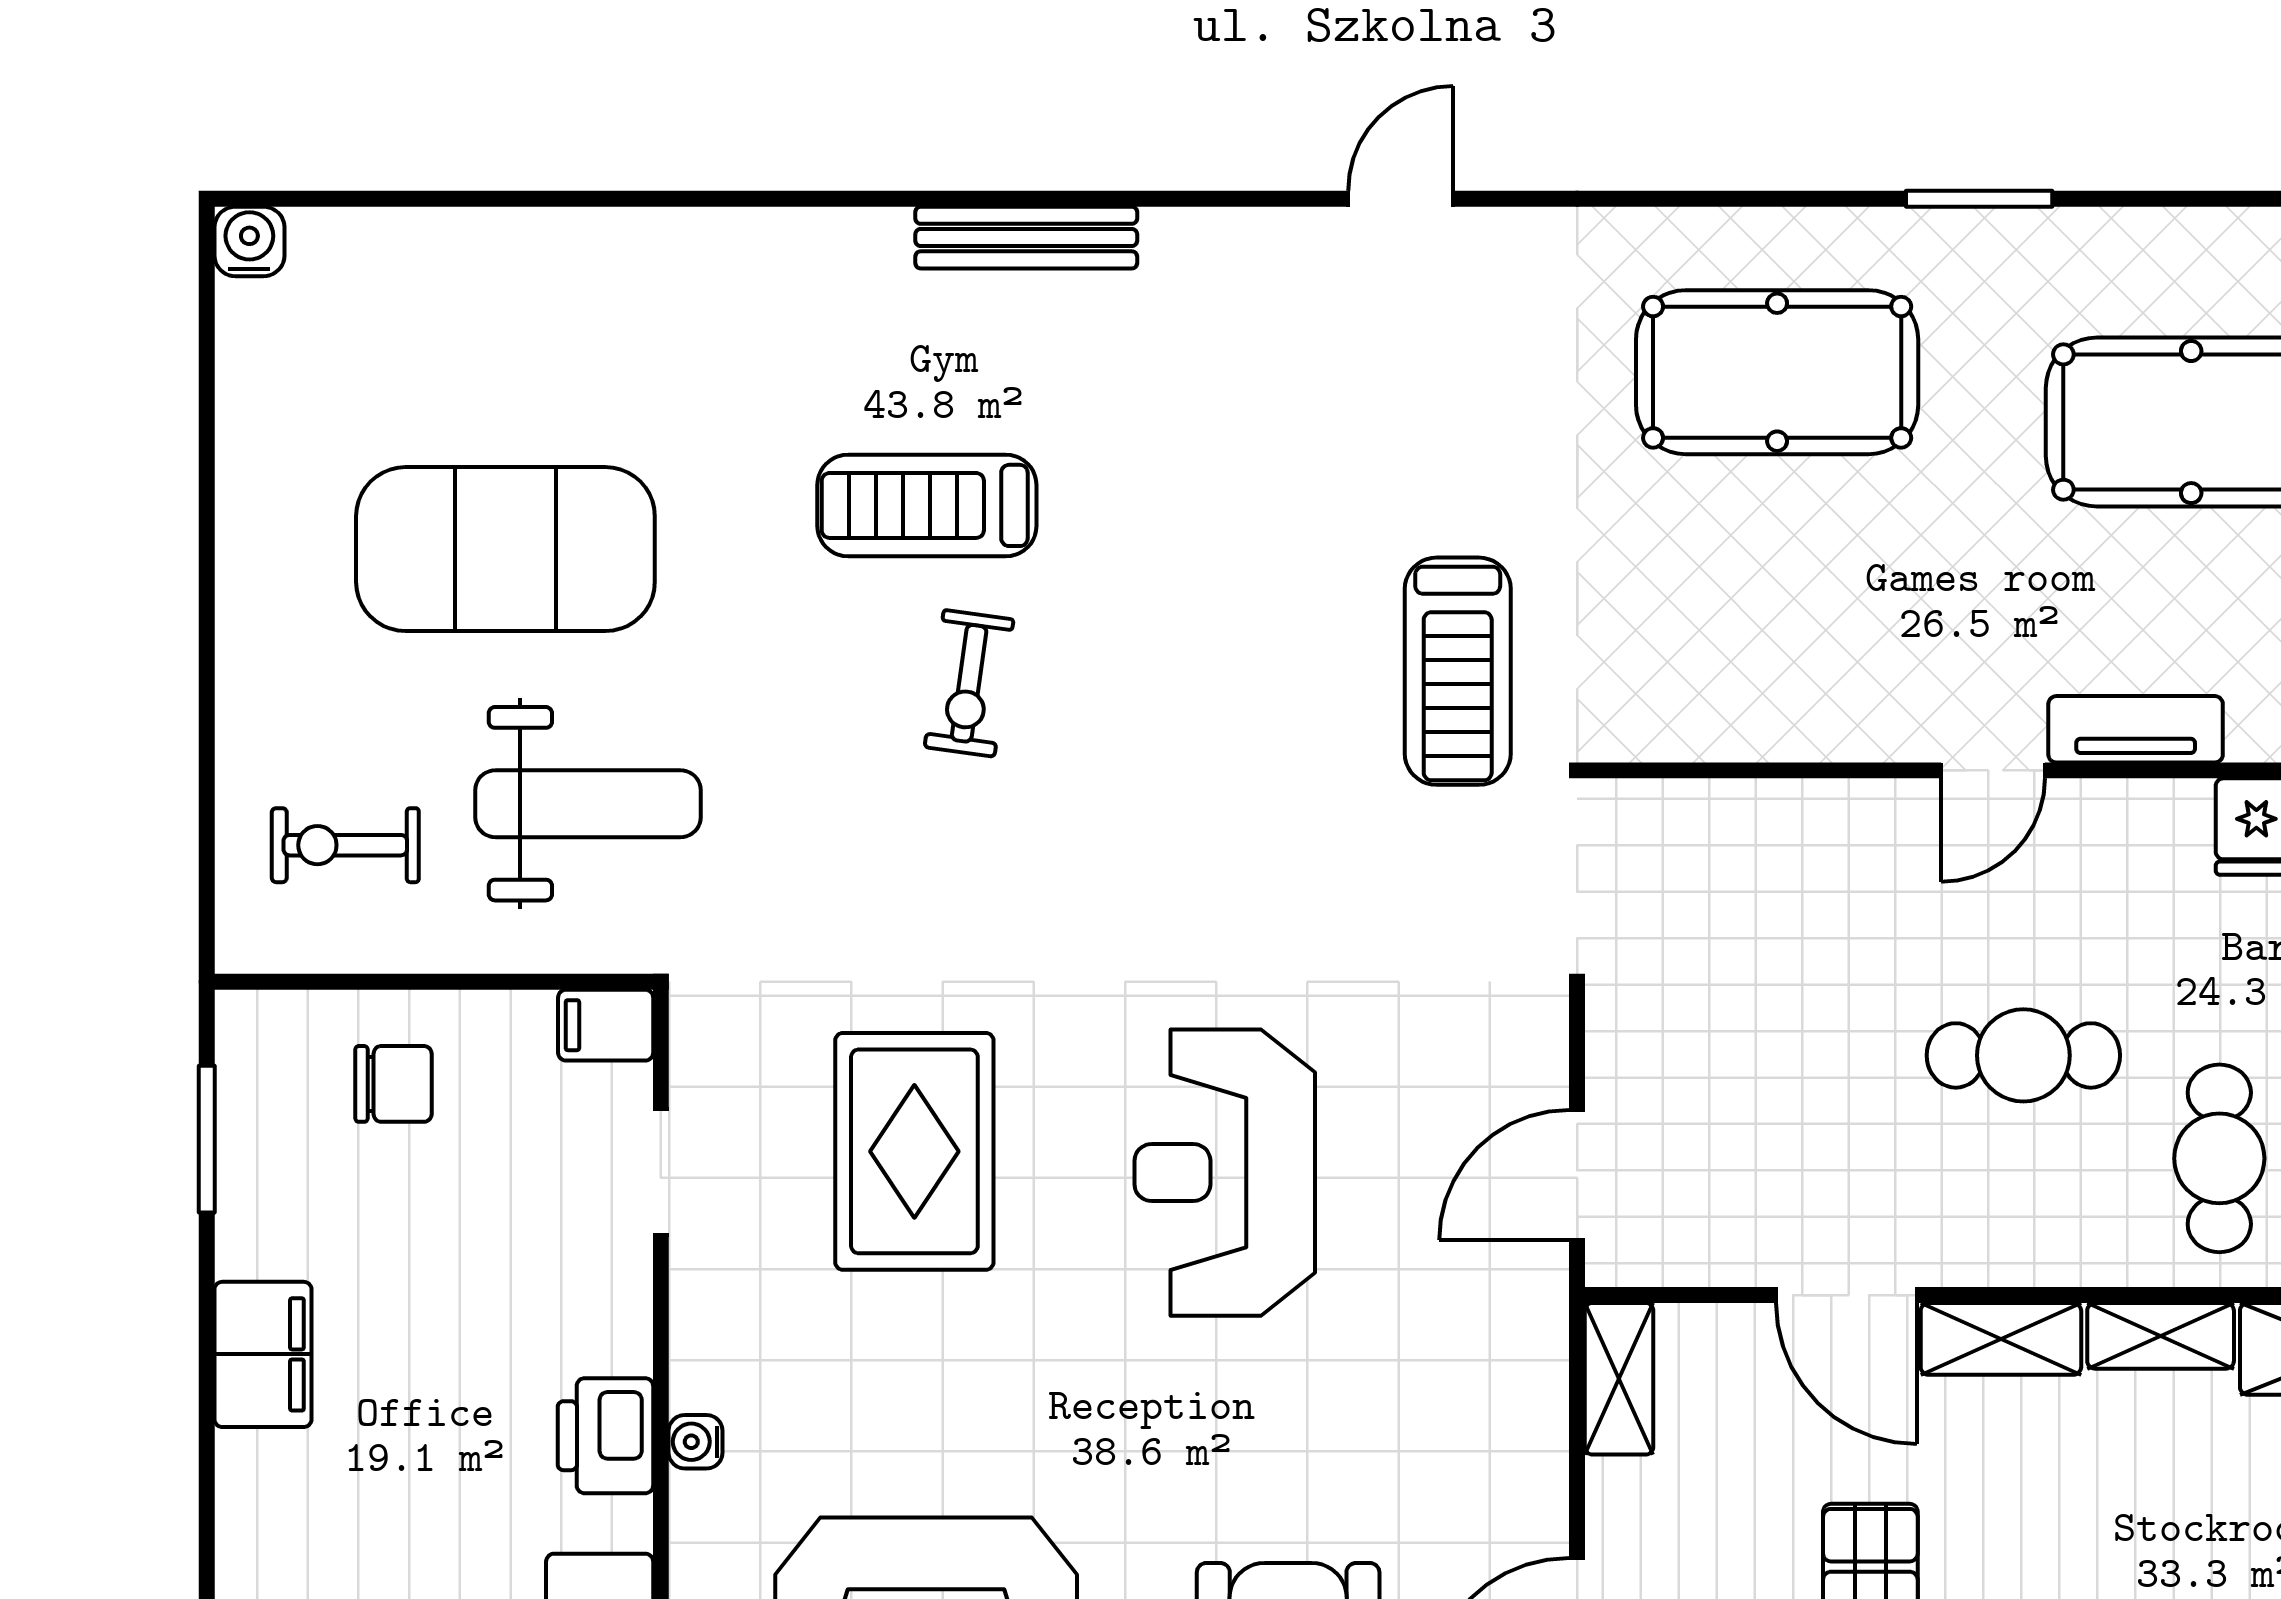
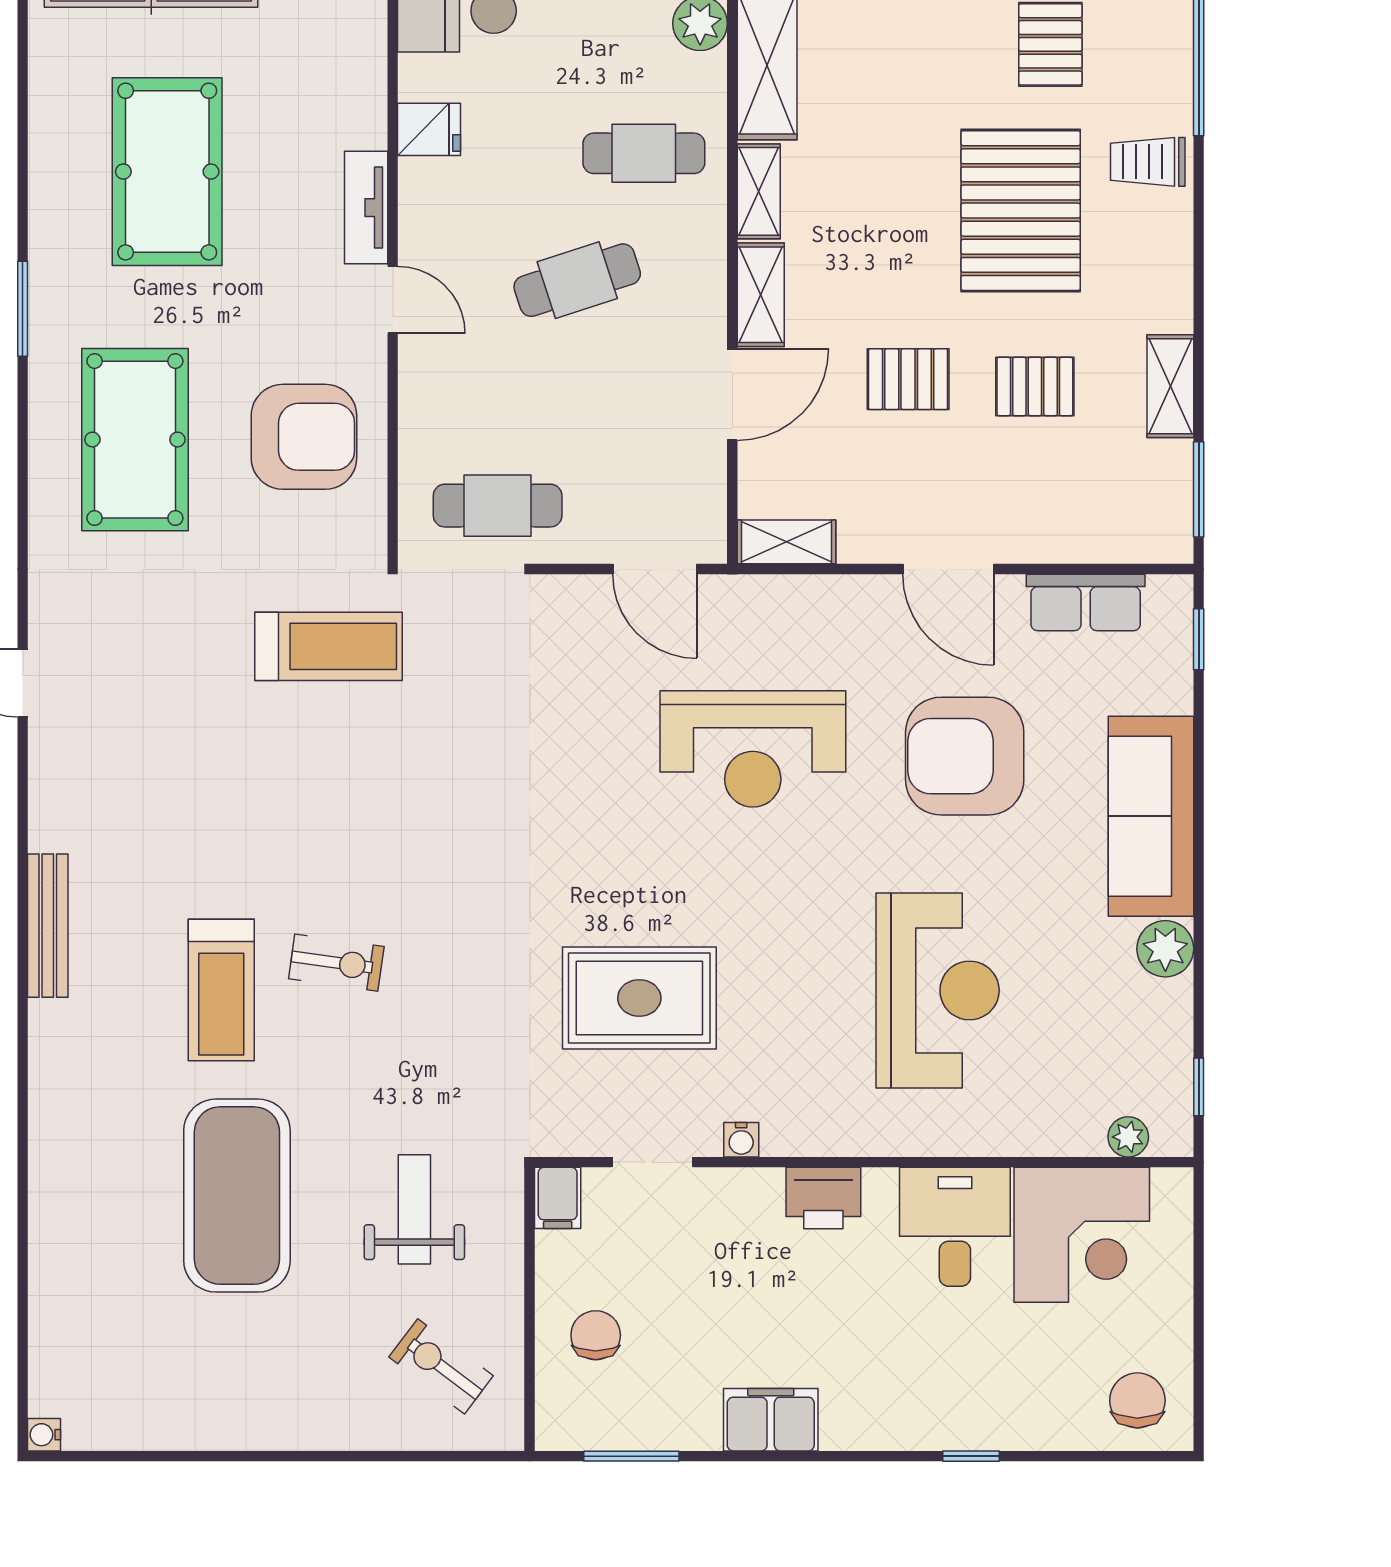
water cooler: (249, 241) -> (44, 1435), width x0.72, depth x0.72
exercise mat: (505, 549) -> (237, 1196), moved
armchair: (1781, 633) -> (304, 437), added
weight bench: (588, 804) -> (414, 1209), width x0.73, depth x0.75
exercise bike: (345, 845) -> (441, 1366), turned 127
cafe table: (1675, 932) -> (498, 506), added
cafe table: (2023, 1055) -> (577, 280), turned 72
reception desk: (1225, 1173) -> (753, 749), moved
water cooler: (696, 1442) -> (741, 1140), moved

